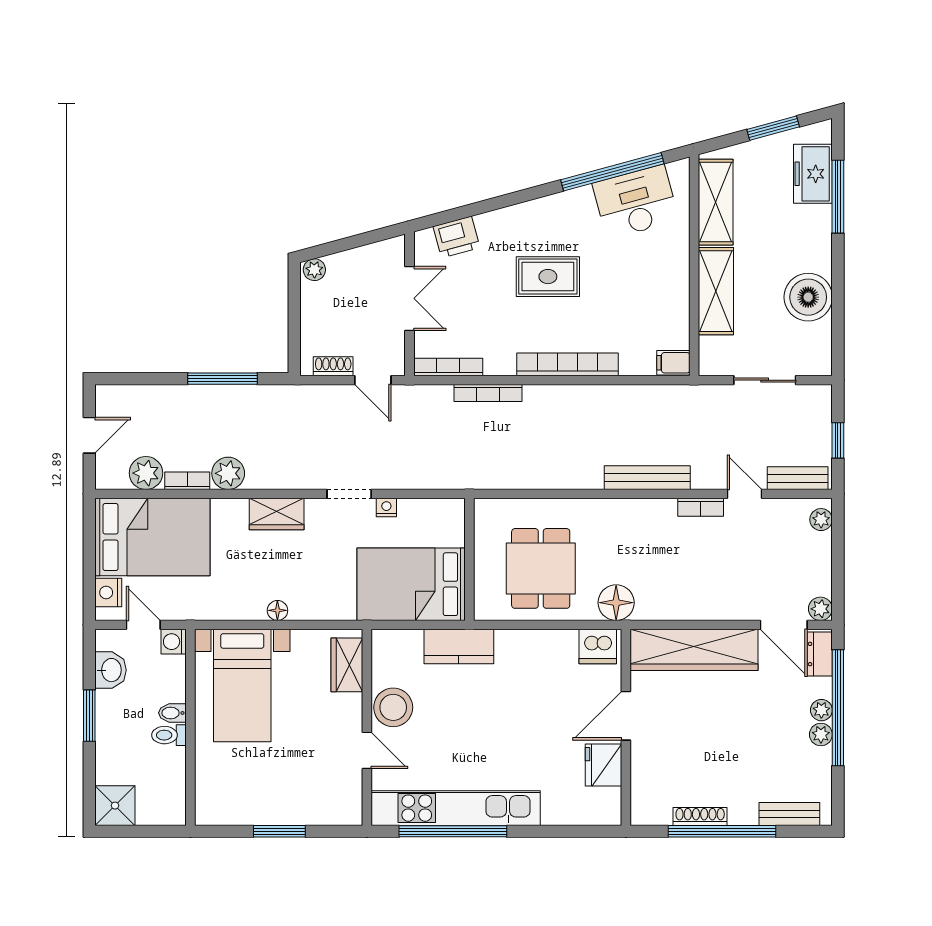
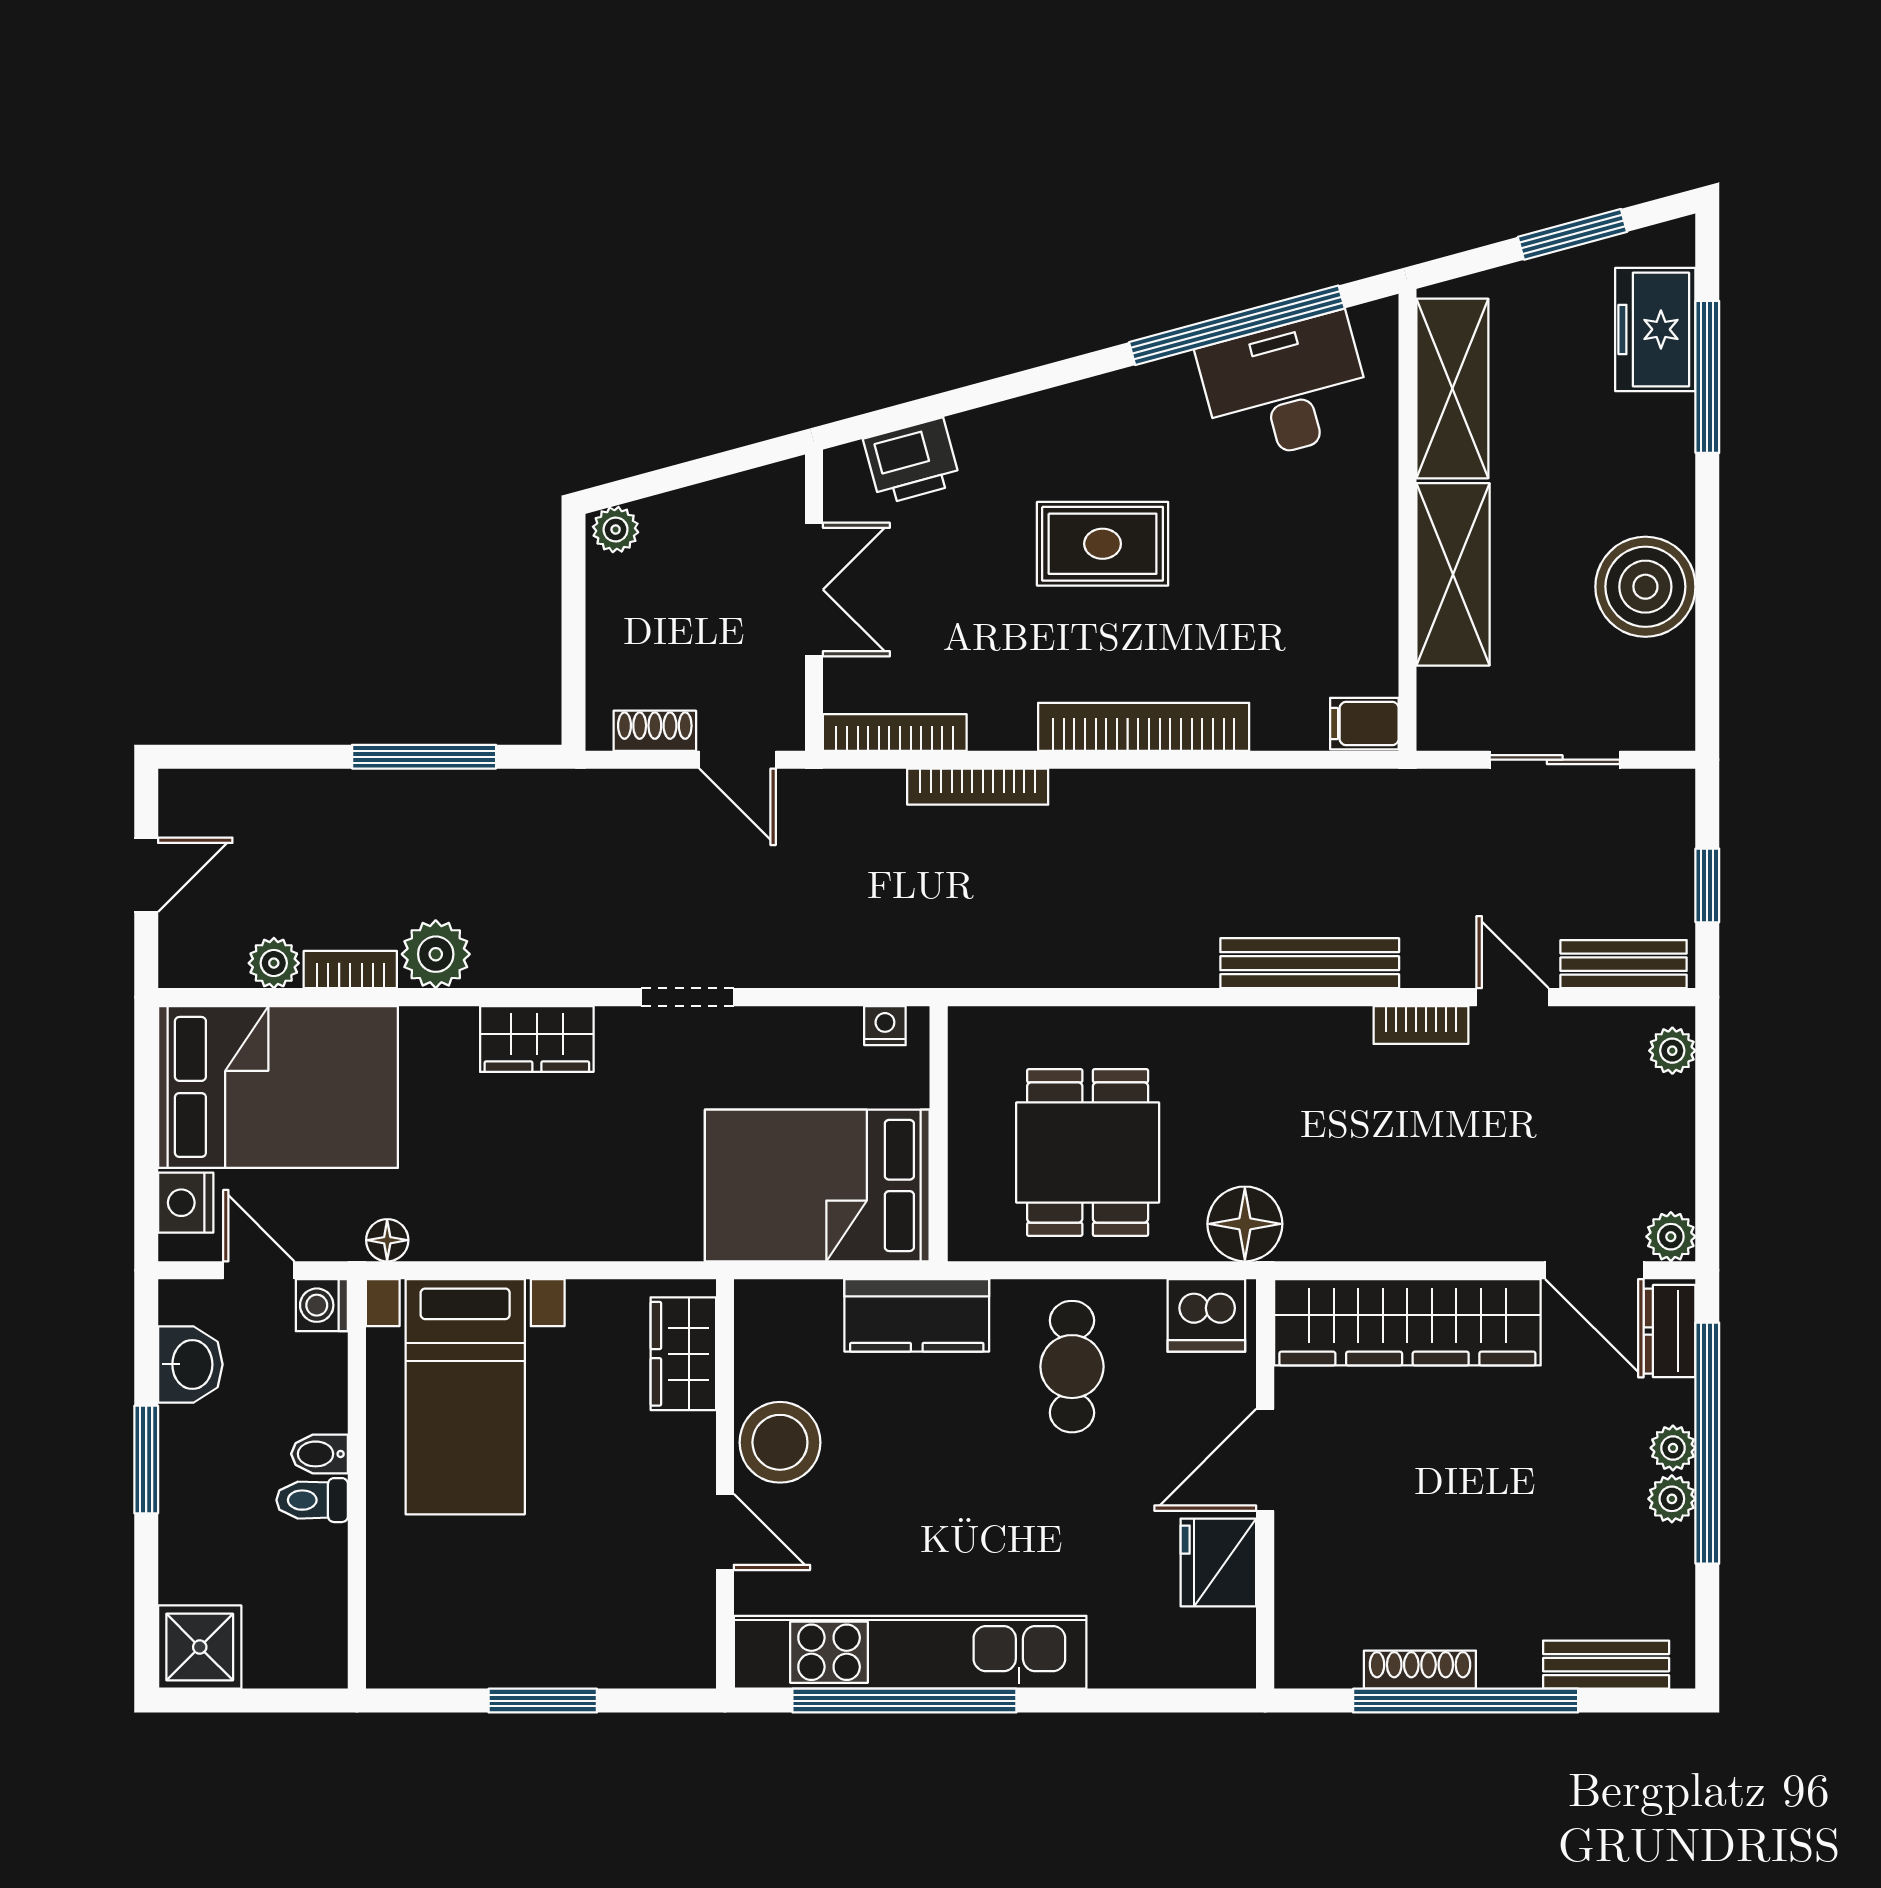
plant: (146, 473) -> (274, 963), width x0.73, depth x0.73
nightstand: (386, 508) -> (885, 1026), moved
floor lamp: (277, 610) -> (387, 1240), moved
cafe table: (533, 671) -> (1072, 1367), added

